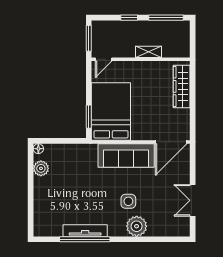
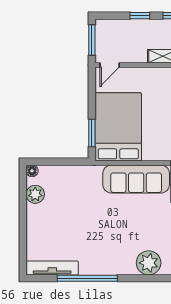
side table: (128, 201) -> (139, 233), removed
tv unit: (85, 231) -> (52, 268), moved

